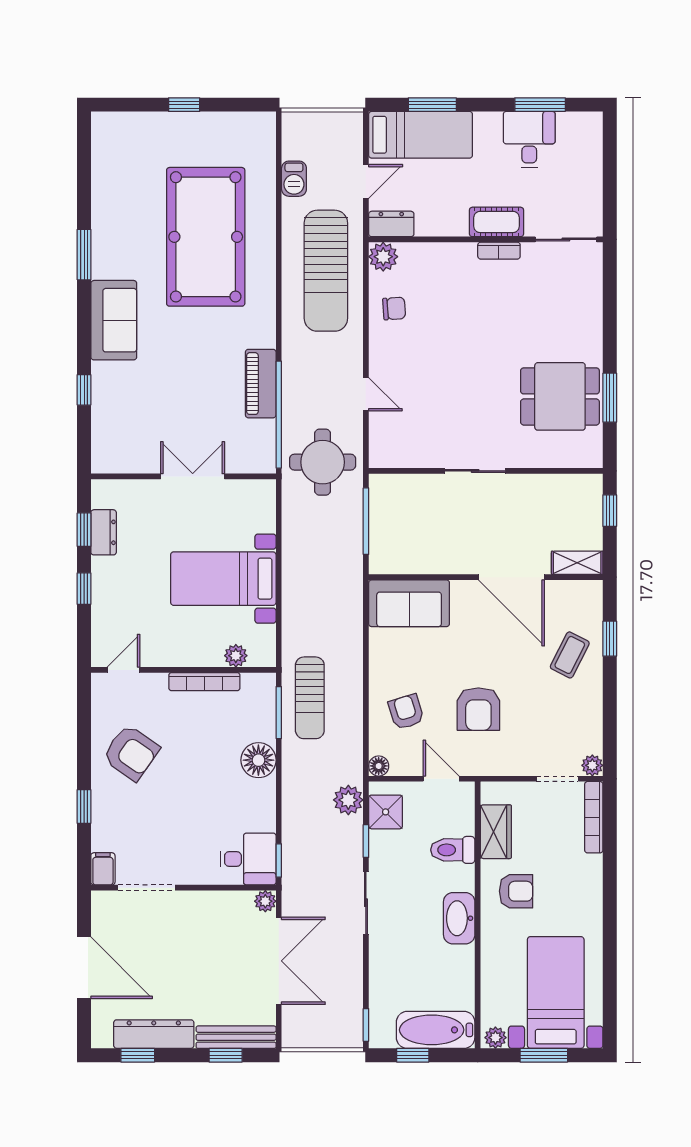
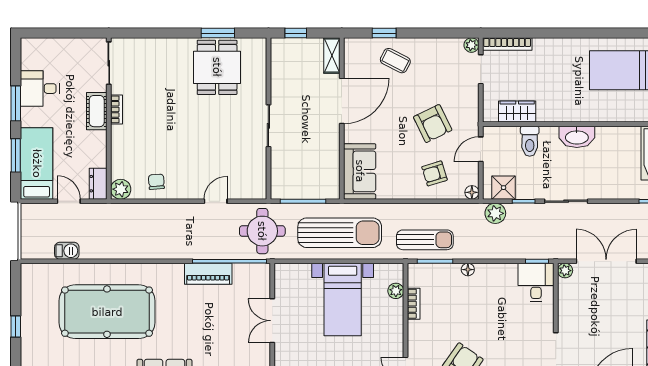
window: (540, 105) -> (16, 103), moved
sun lounger: (326, 271) -> (340, 233), moved
bookcase: (204, 682) -> (414, 304), width x0.64
armchair: (478, 709) -> (433, 124), turned 64
floor lamp: (258, 760) -> (468, 270), width x0.53, depth x0.53
armchair: (516, 891) -> (558, 98), removed

